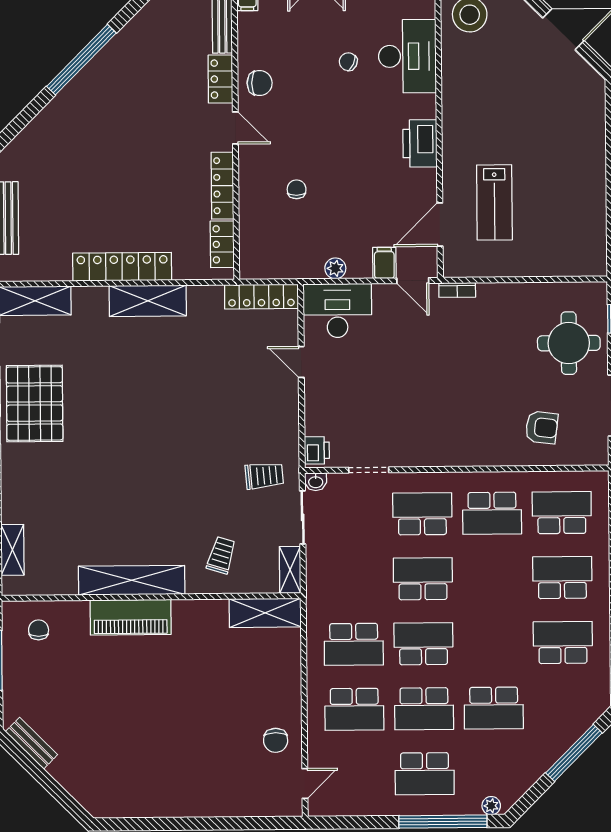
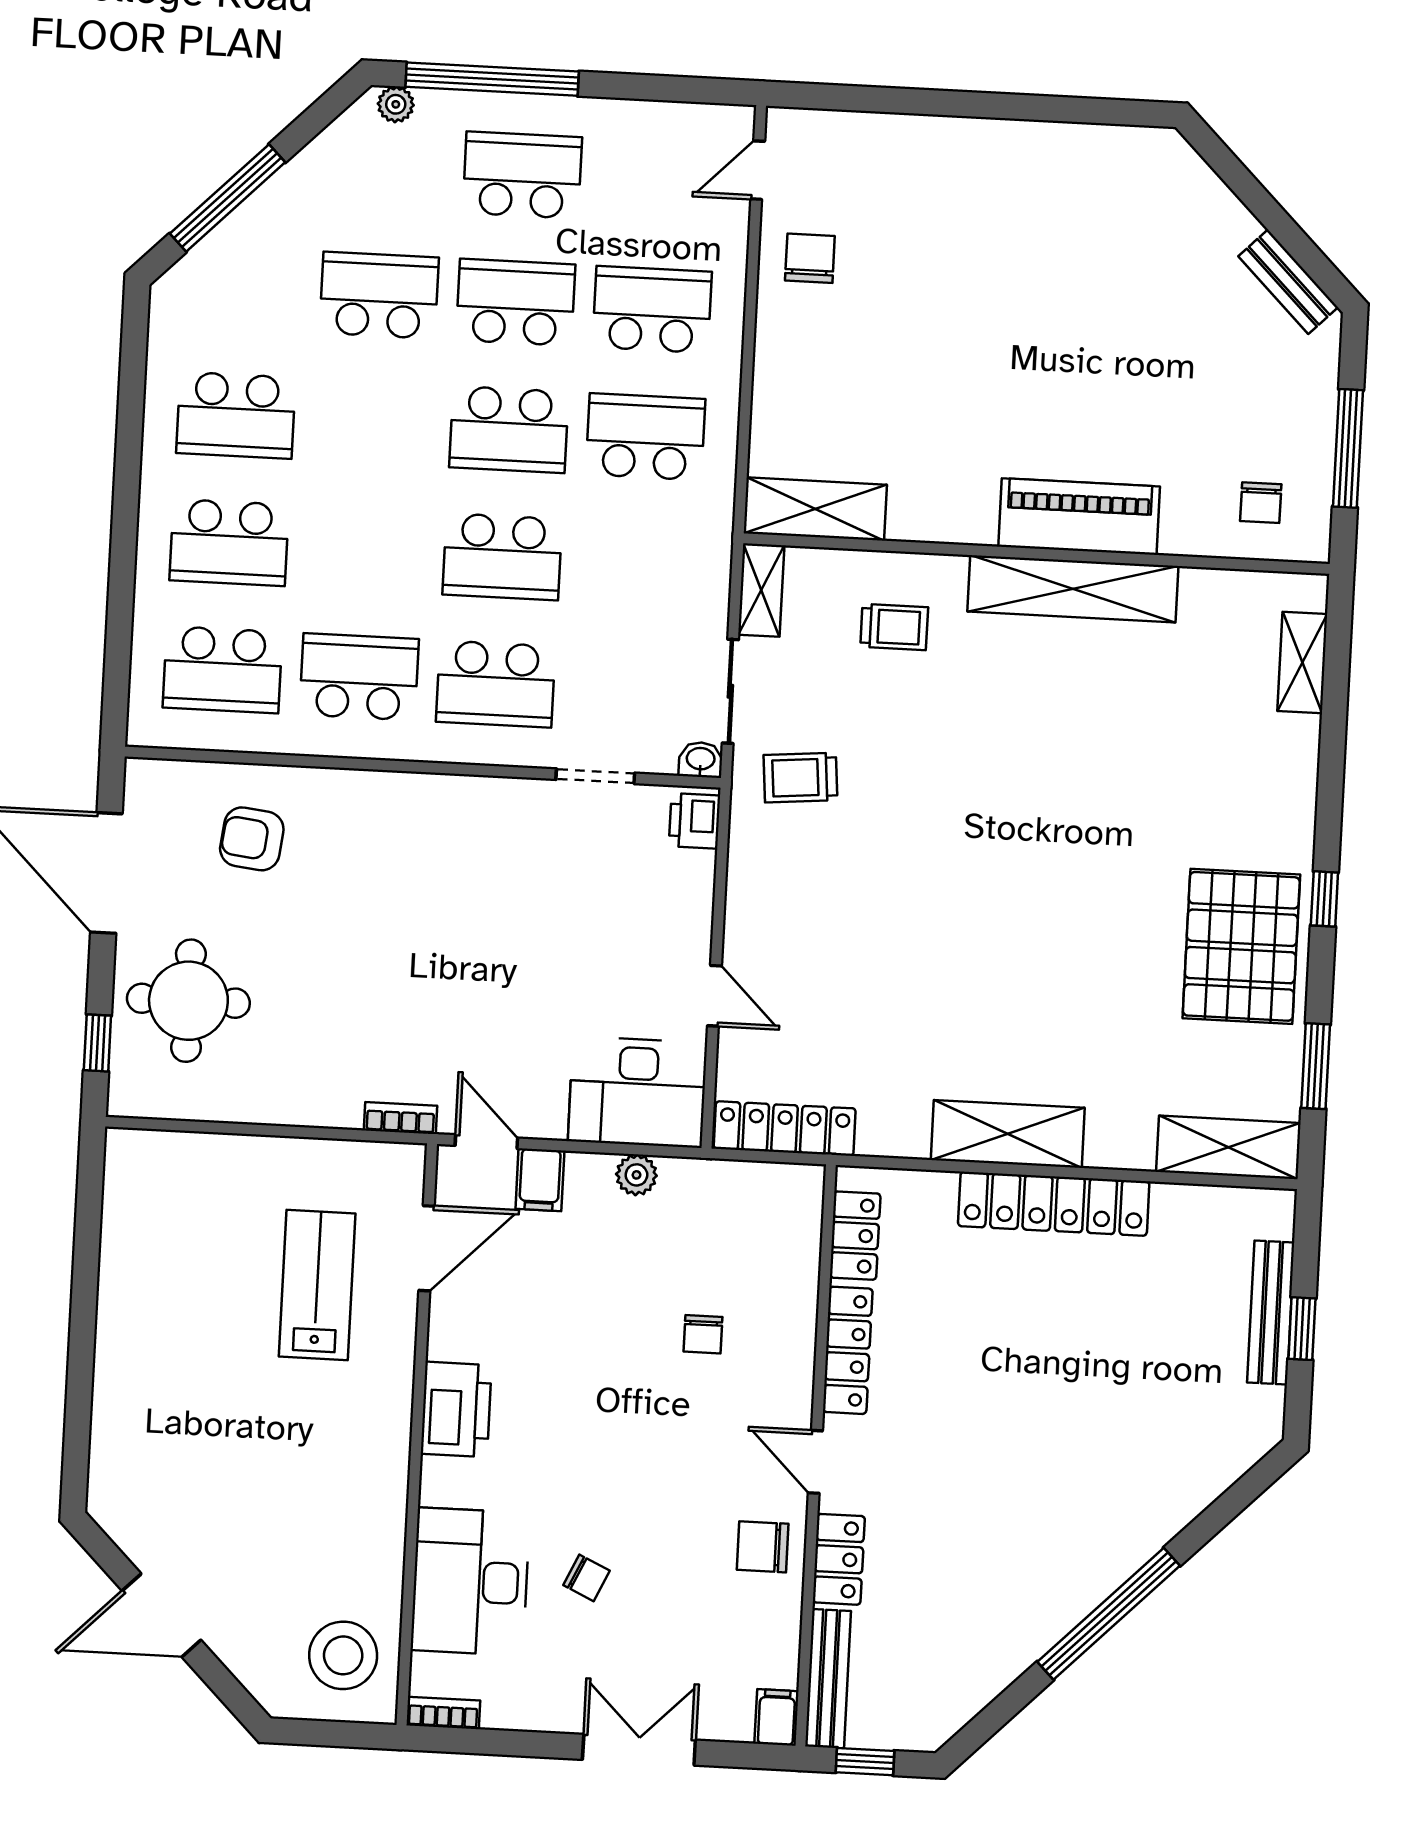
trolley: (221, 555) -> (894, 627), turned -107

